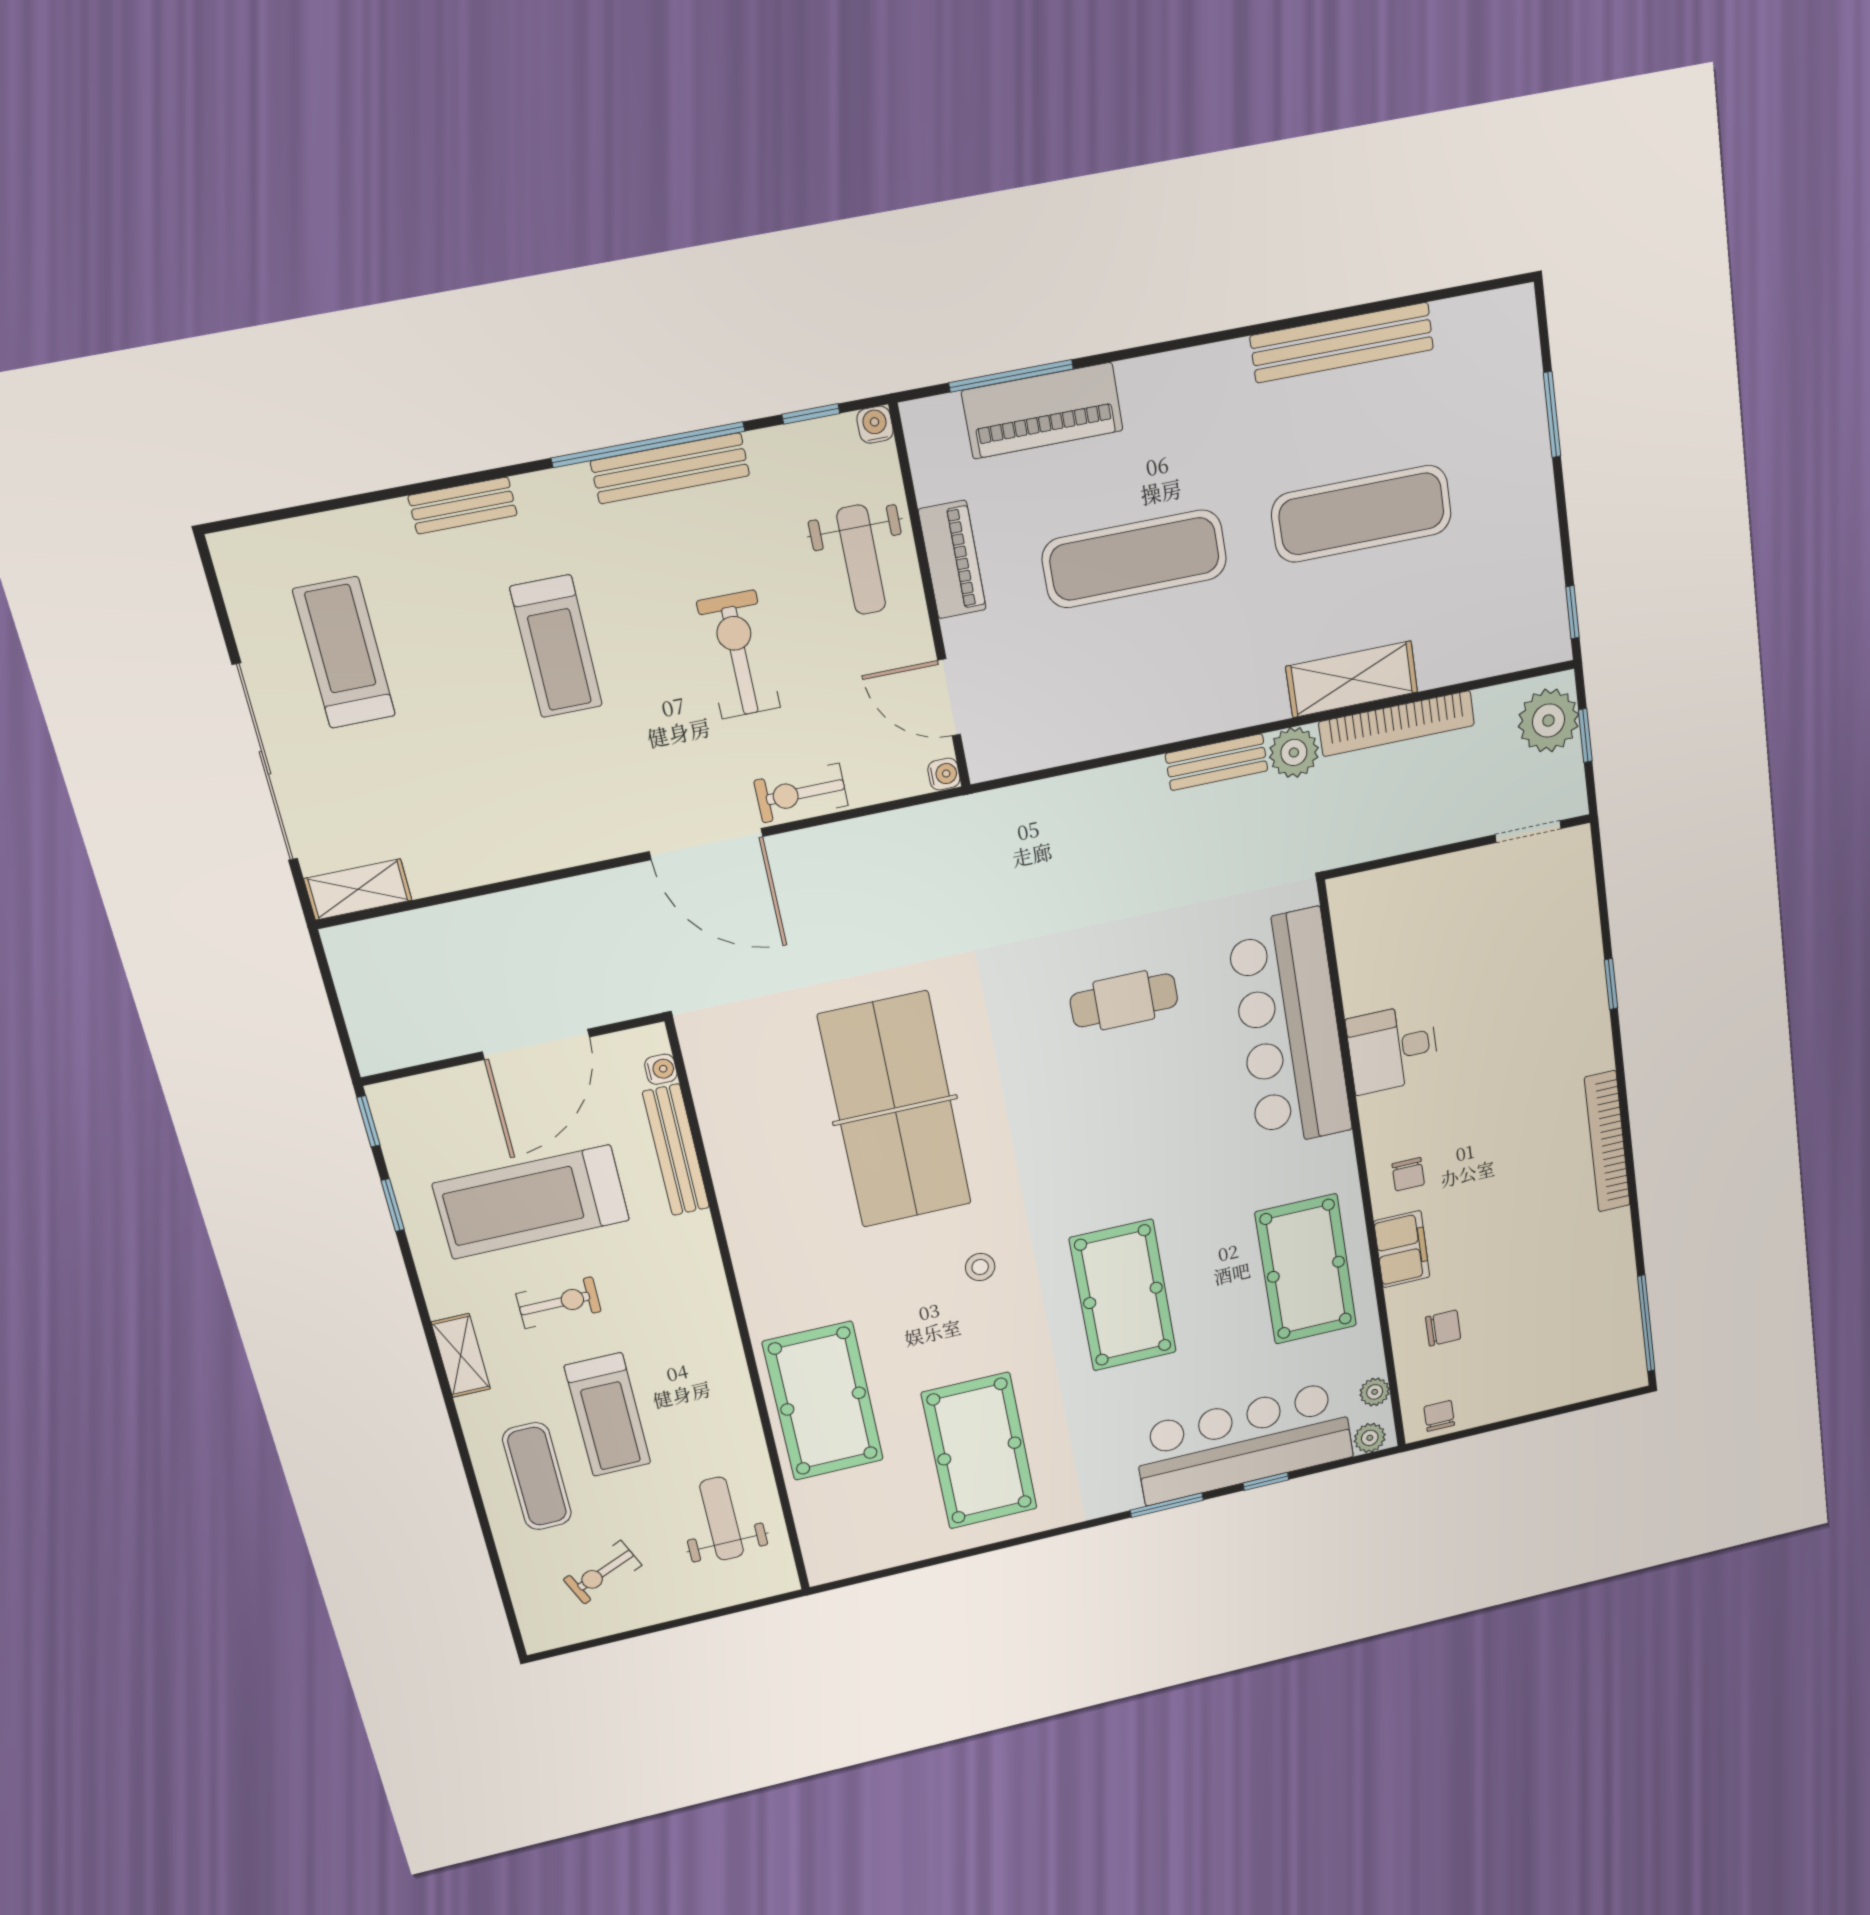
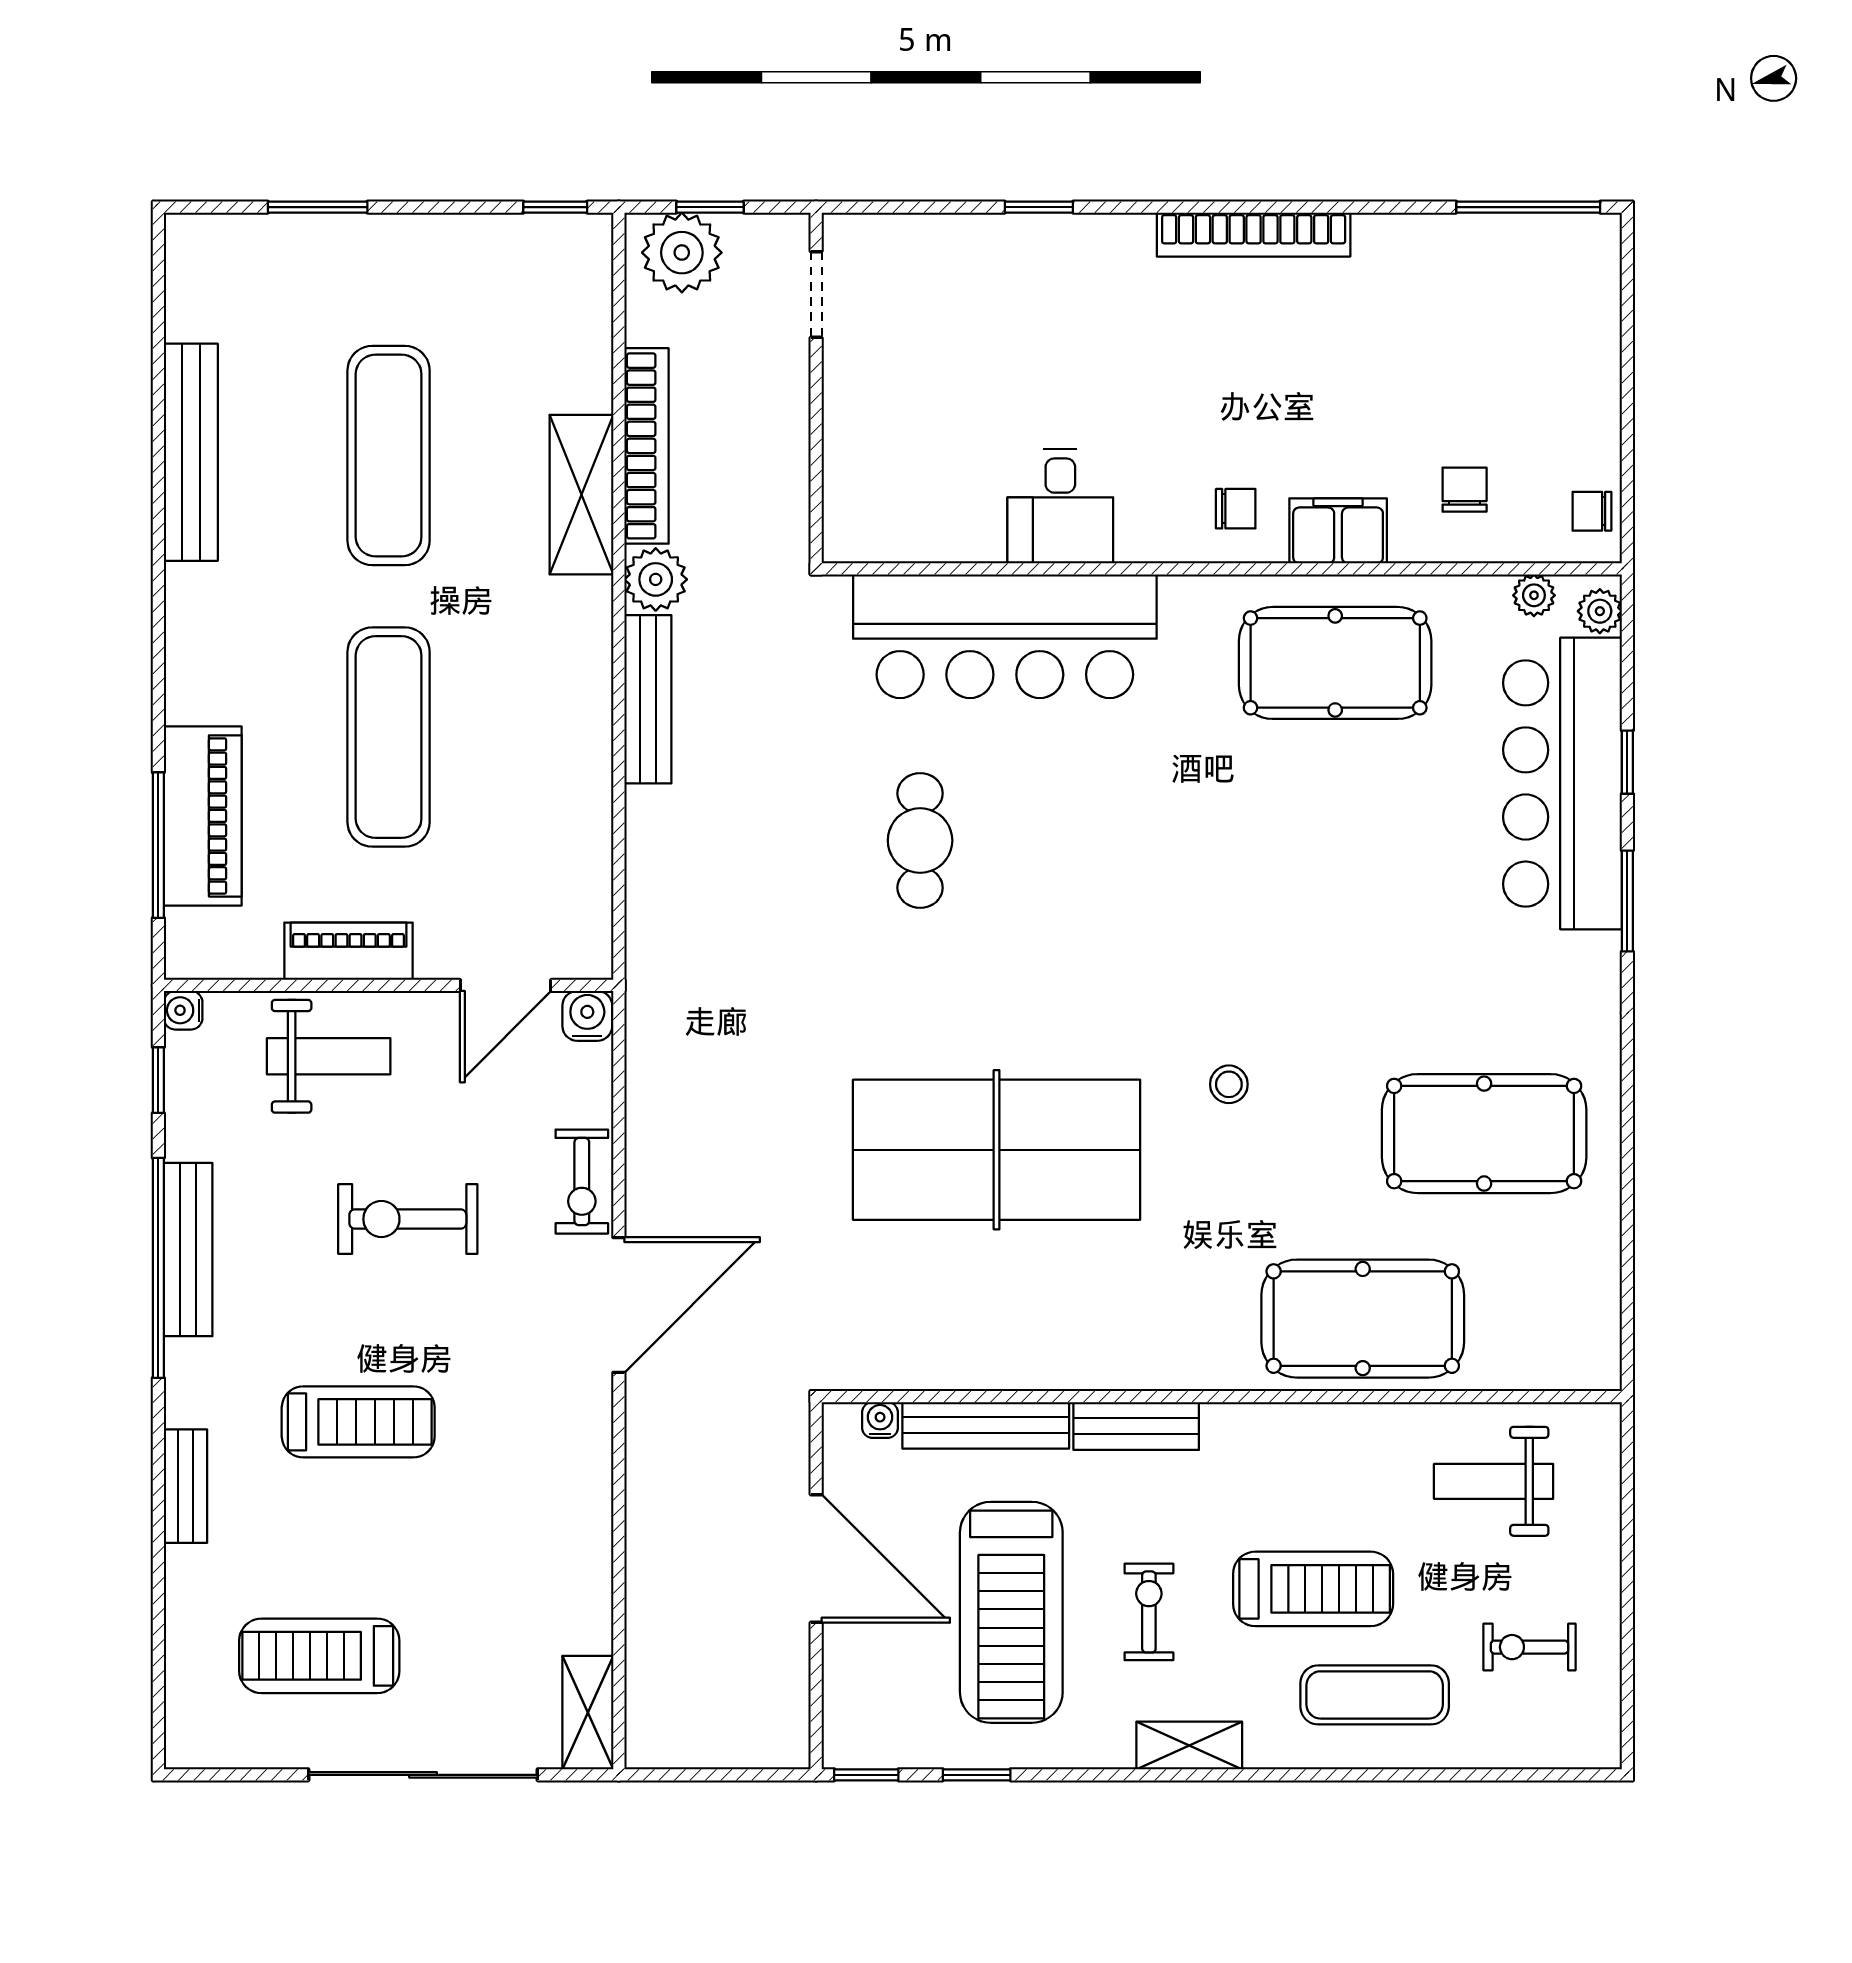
bench: (1217, 762) -> (648, 699), width x1.36
water cooler: (944, 774) -> (587, 1016), width x1.38, depth x1.38
bench: (703, 1260) -> (1136, 1426), added
pool table: (1123, 1295) -> (1313, 909), removed
exercise bike: (603, 1572) -> (1529, 1647), turned 113

